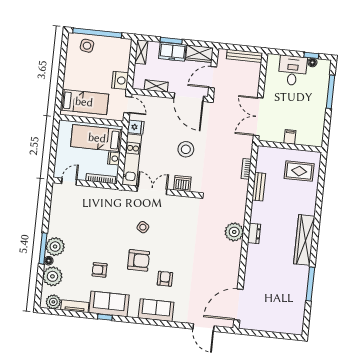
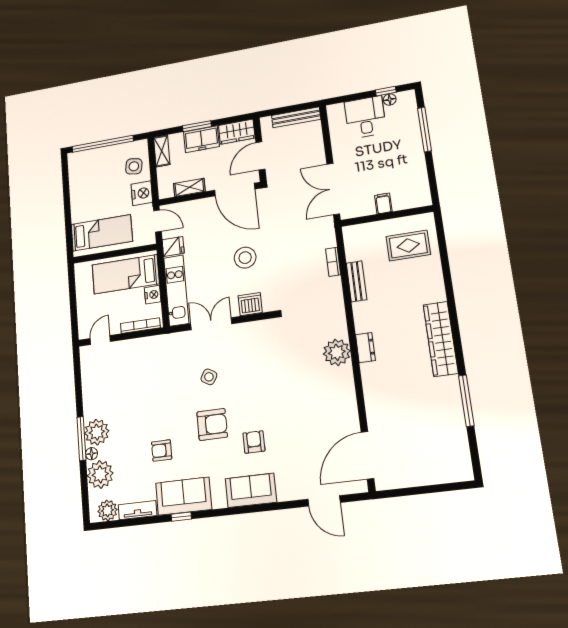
side table: (87, 46) -> (134, 166), moved

